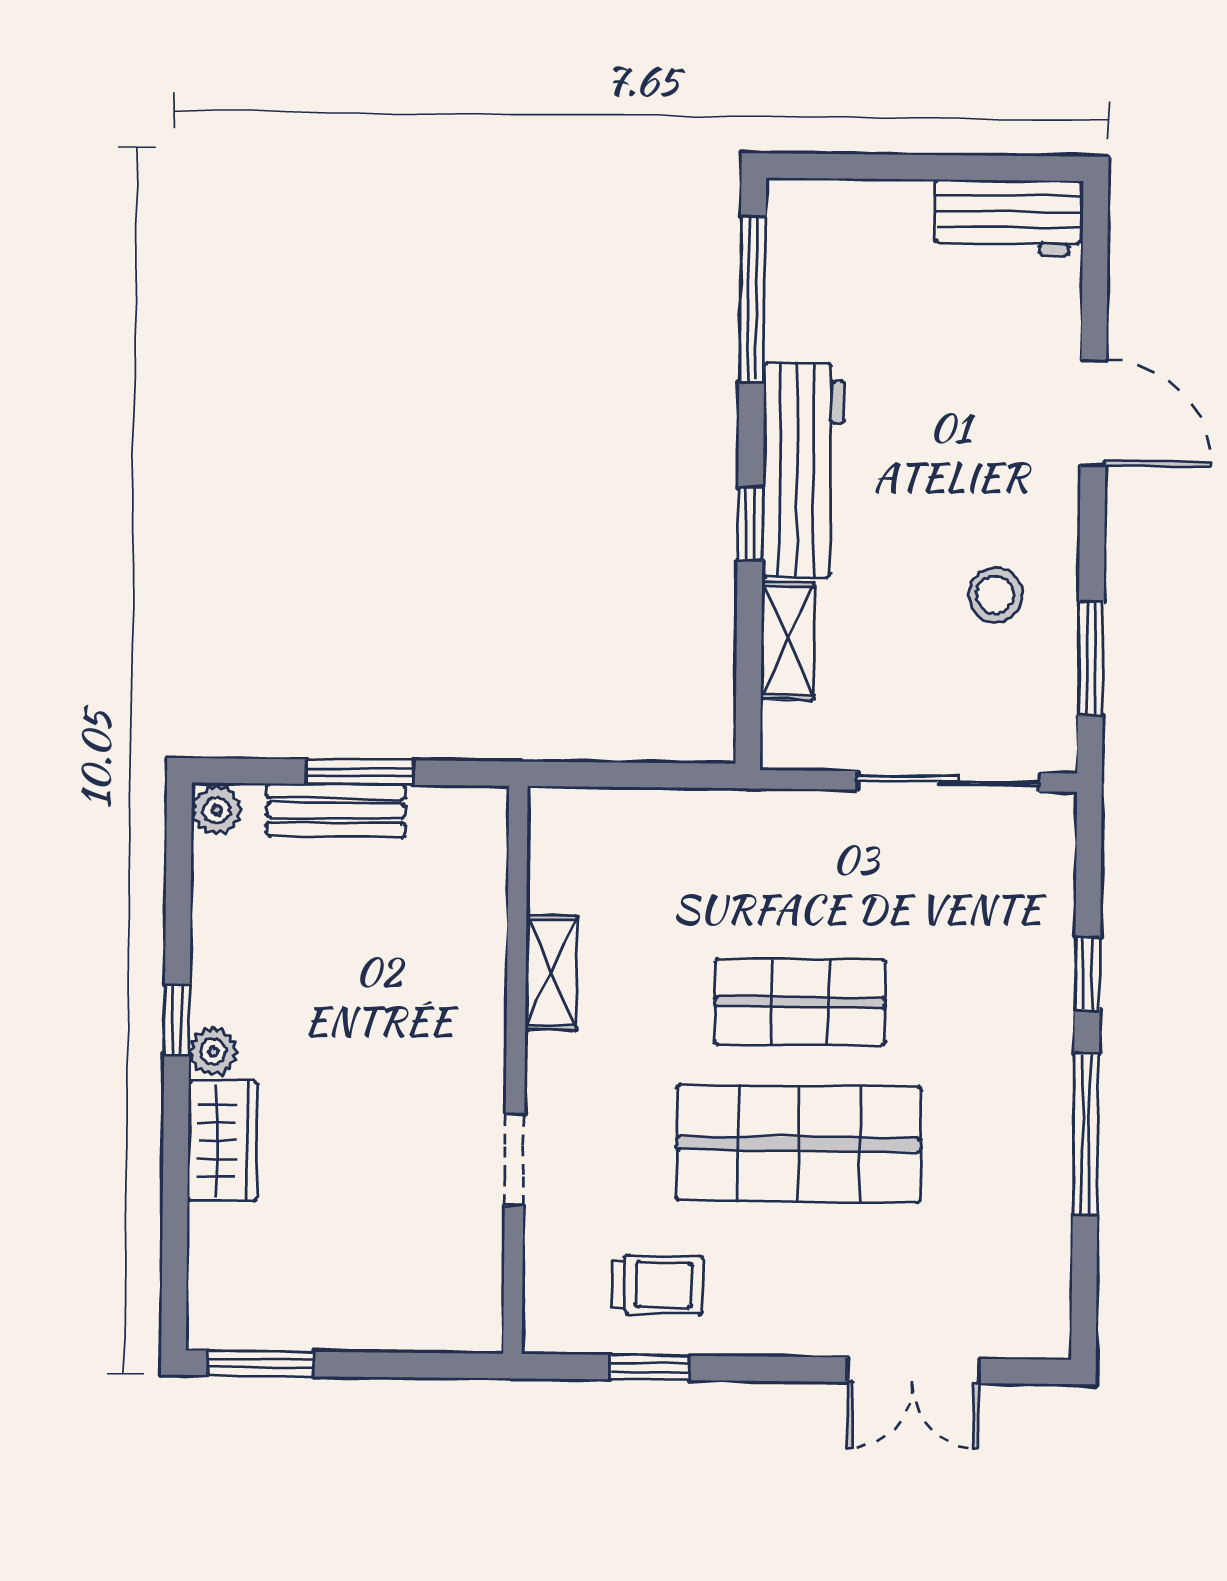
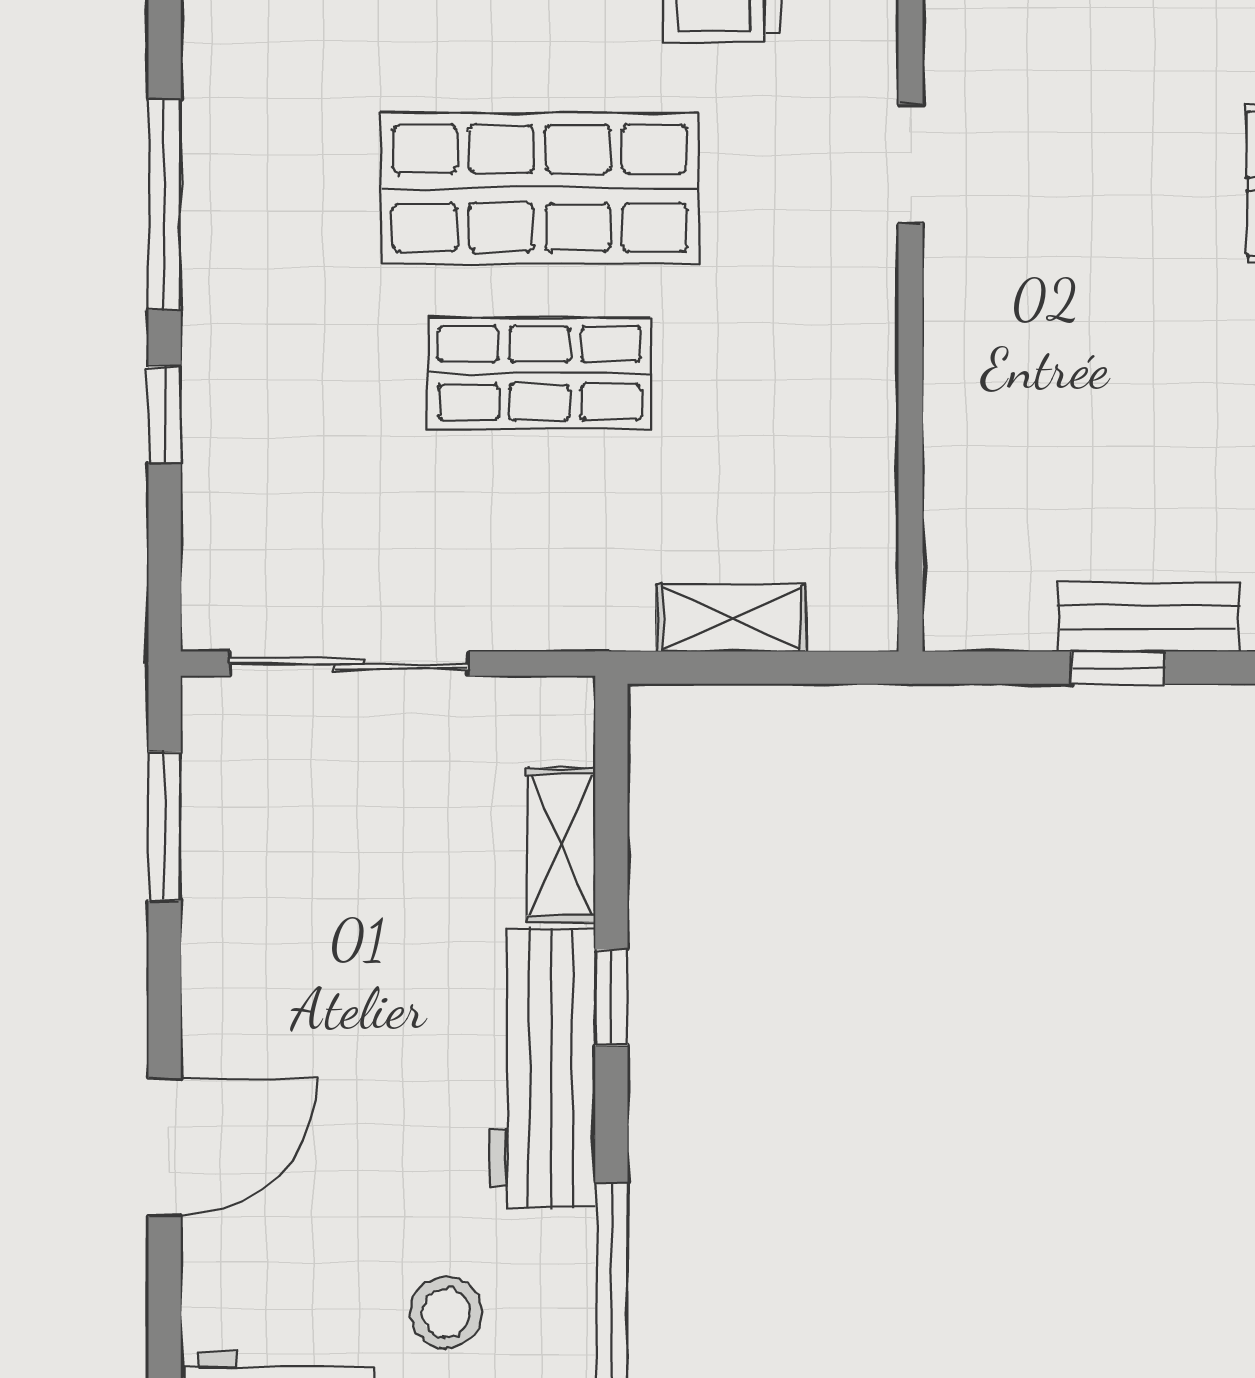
door: (1093, 413) -> (165, 1147), swing flipped
stool: (995, 595) -> (446, 1312), moved
window: (360, 772) -> (1118, 668), width x0.67
shelving: (551, 973) -> (731, 618), moved, turned 90

